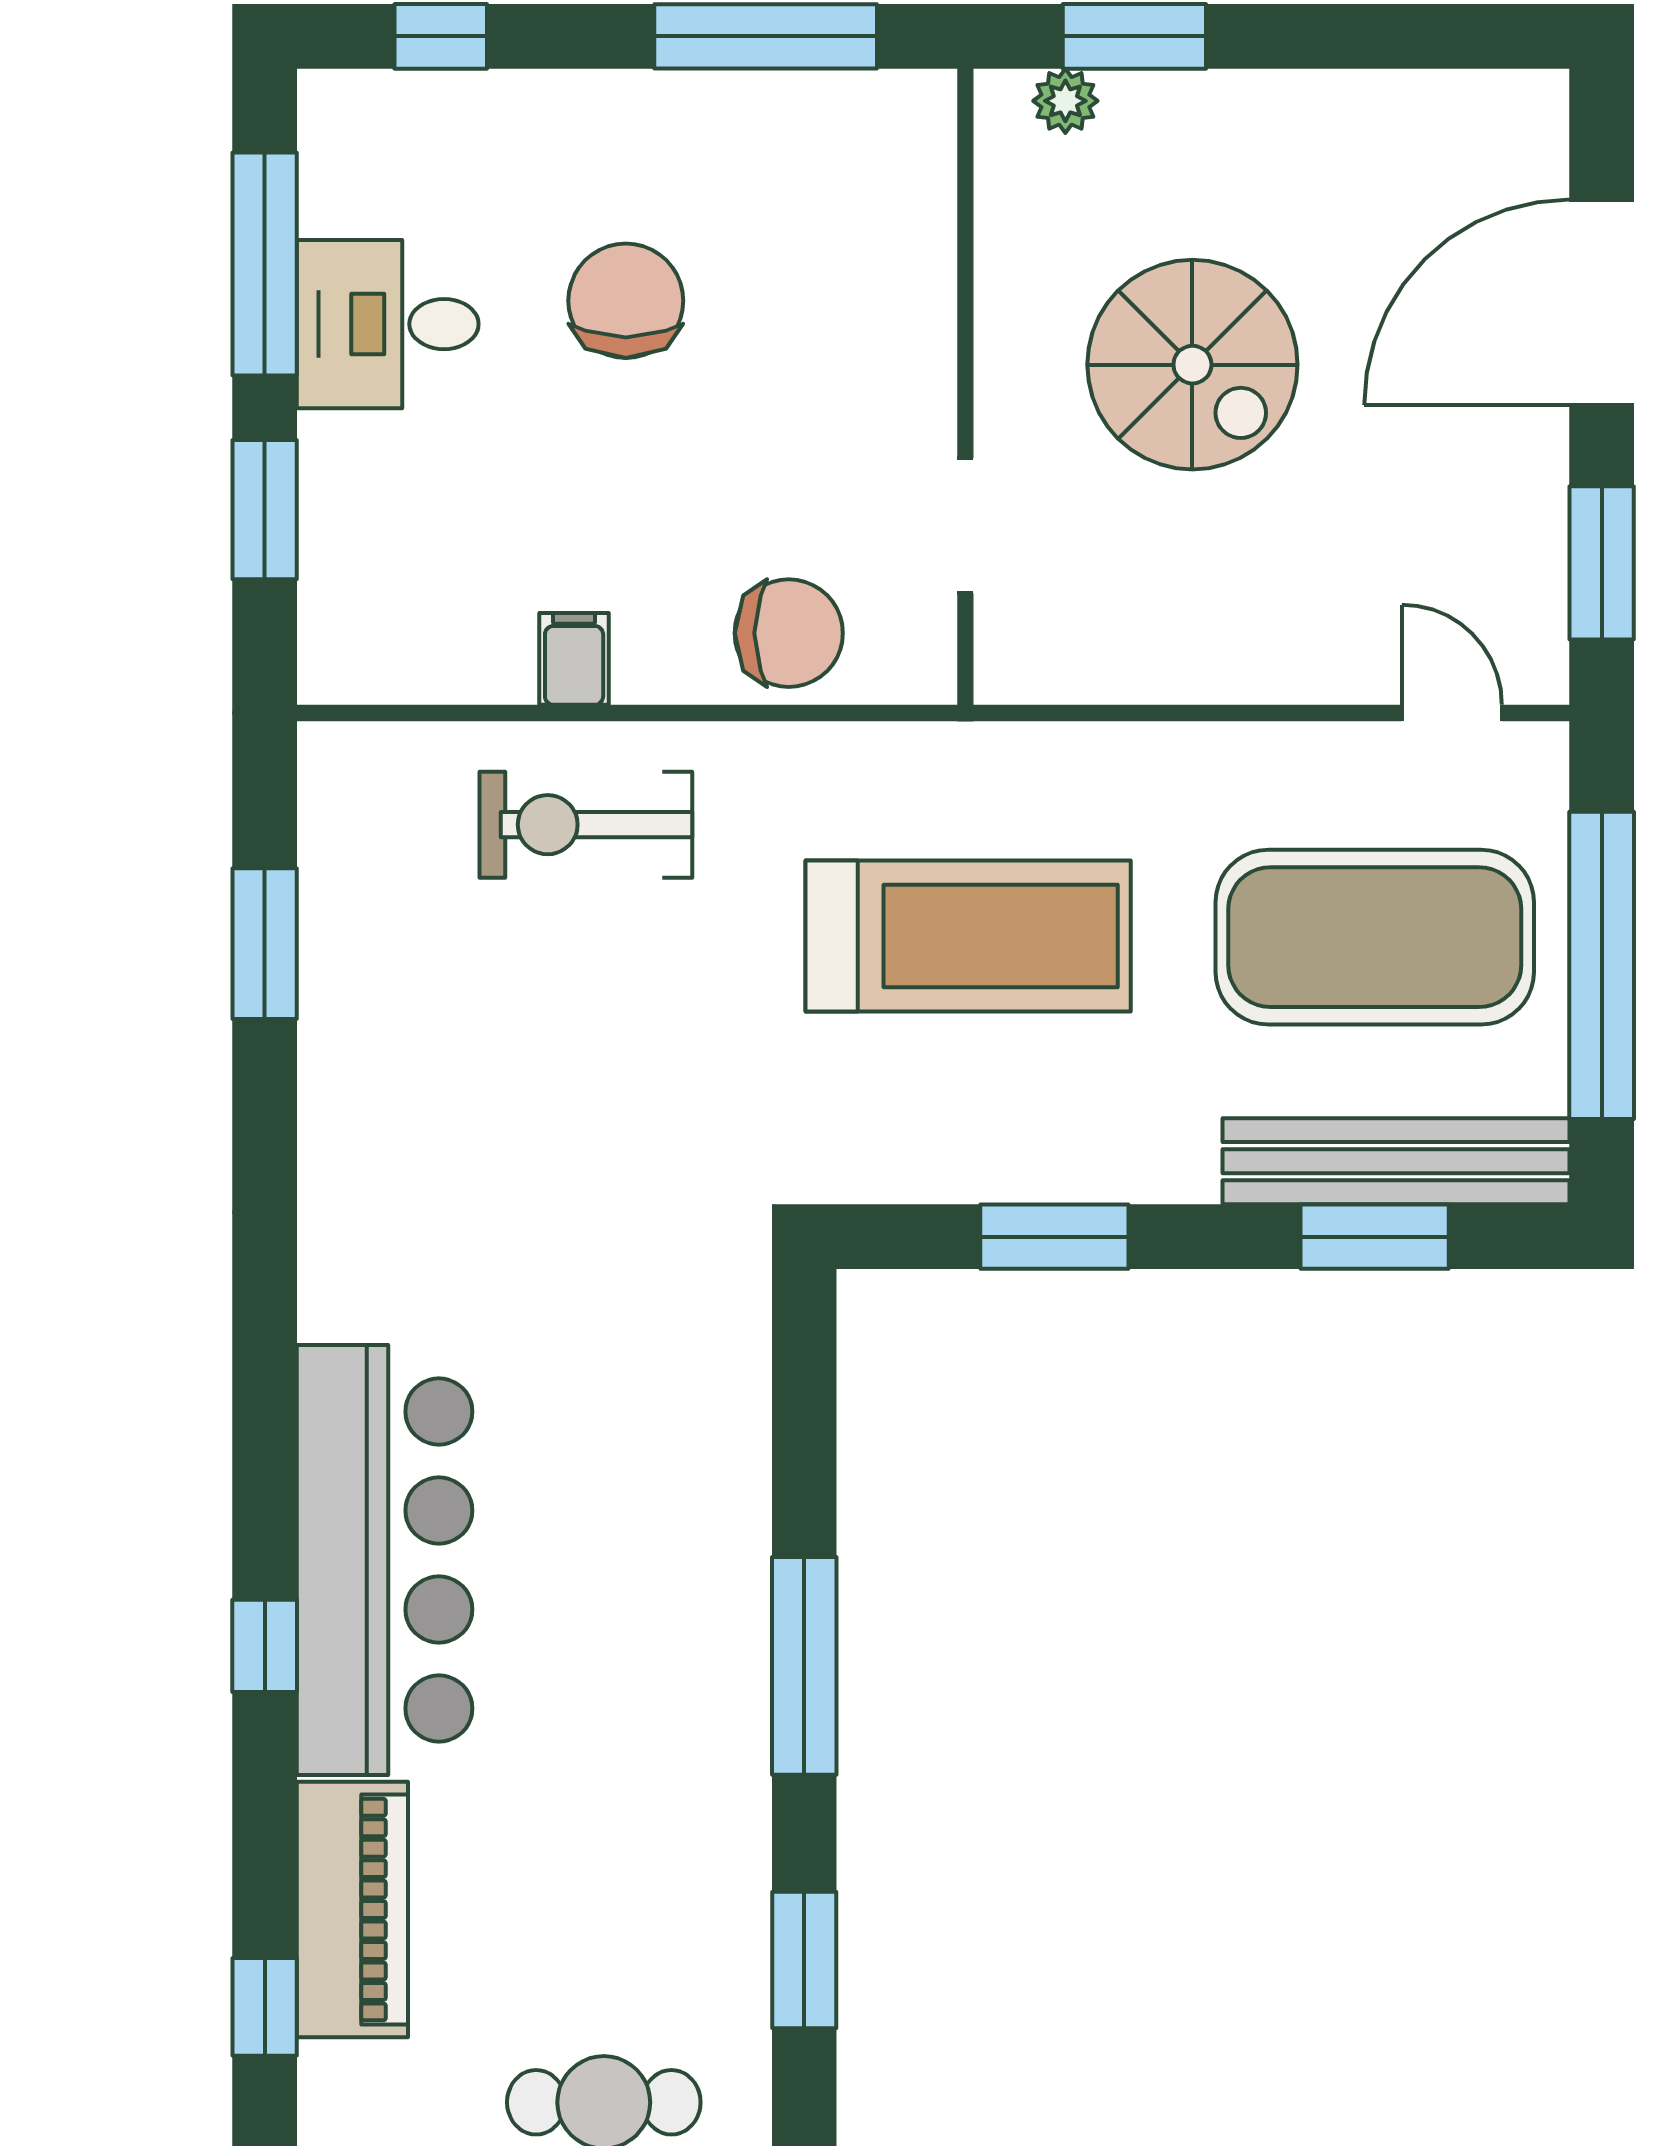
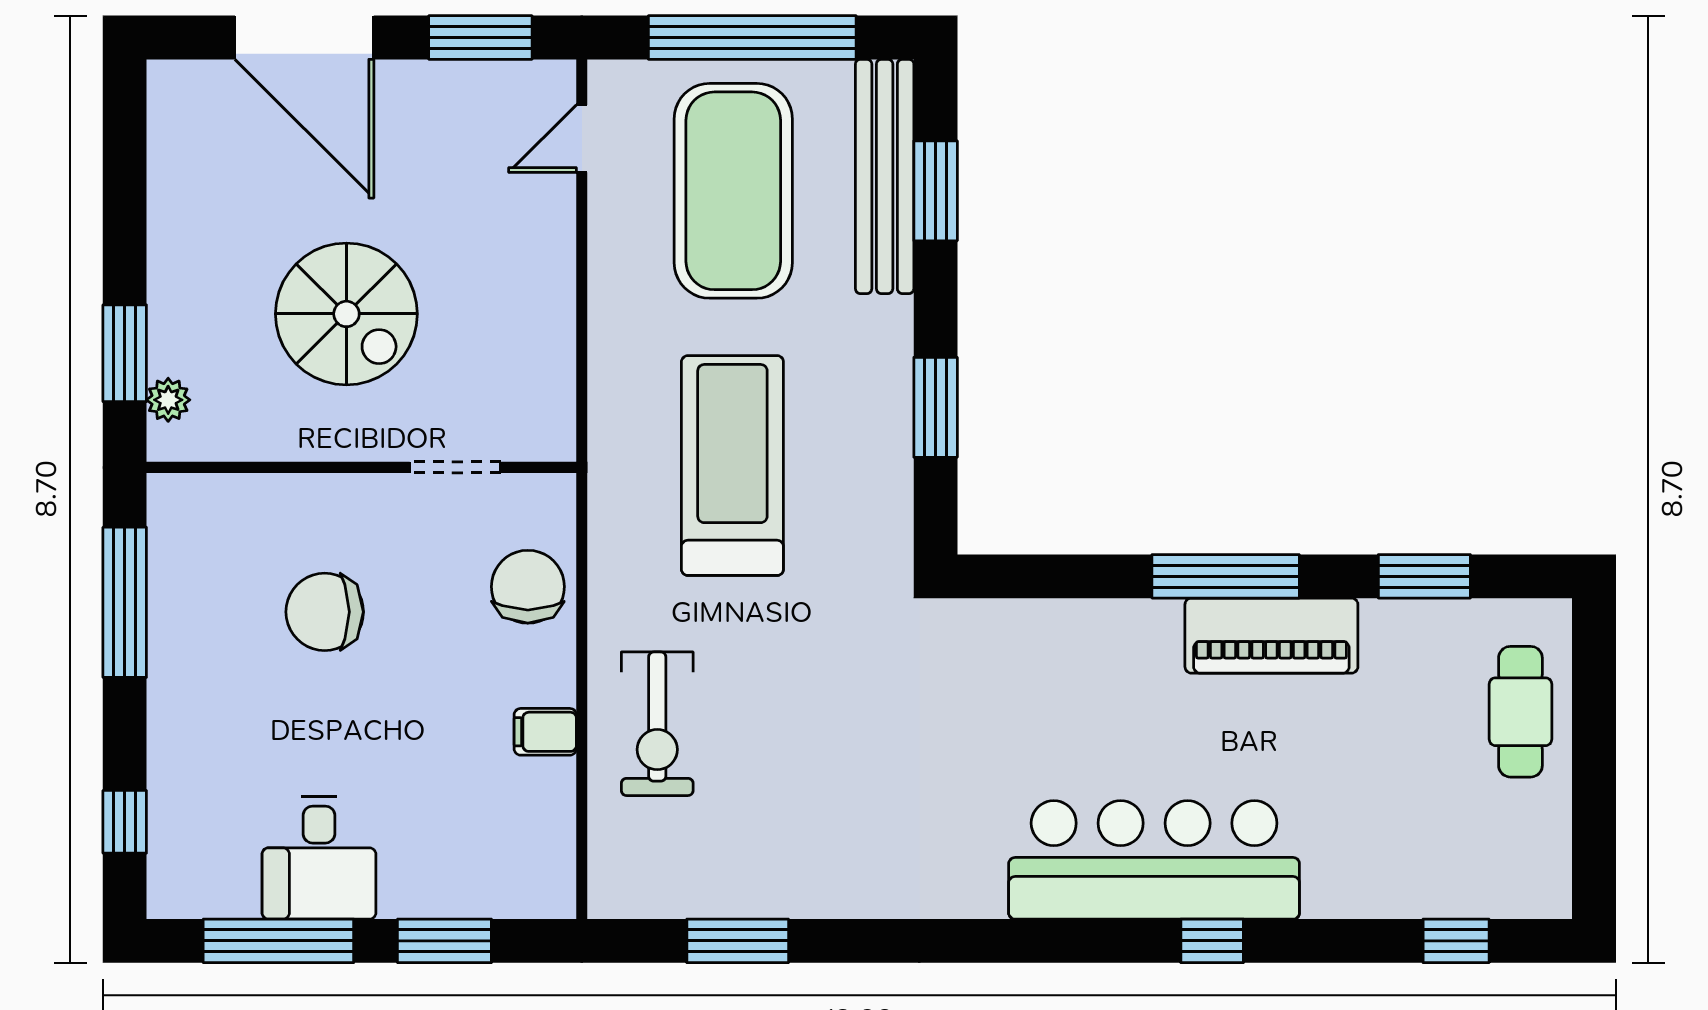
chair: (626, 301) -> (325, 612), moved
spiral stairs: (1192, 365) -> (346, 314), turned 90
piano: (352, 1910) -> (1271, 636), moved, turned 180

